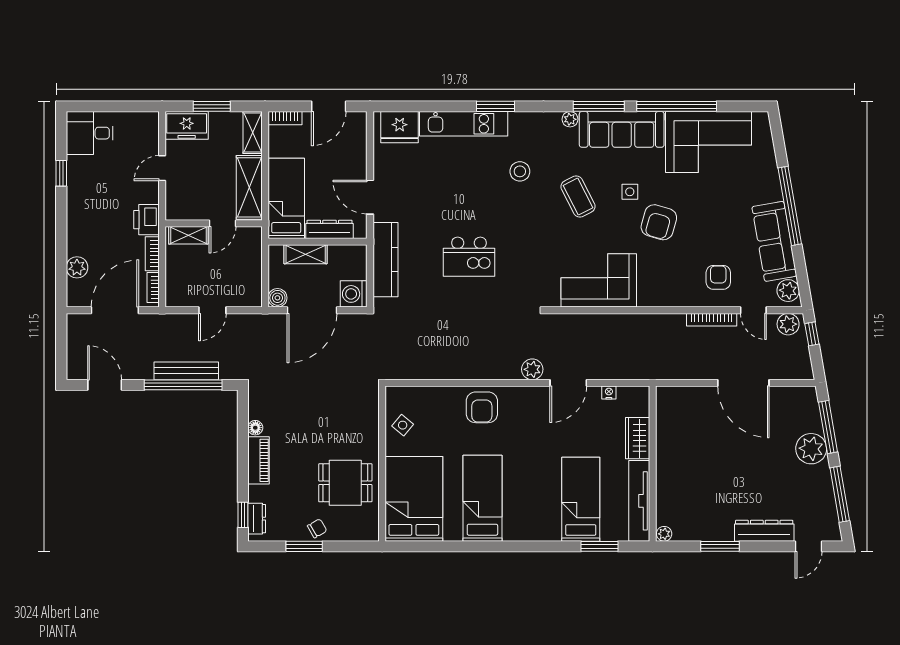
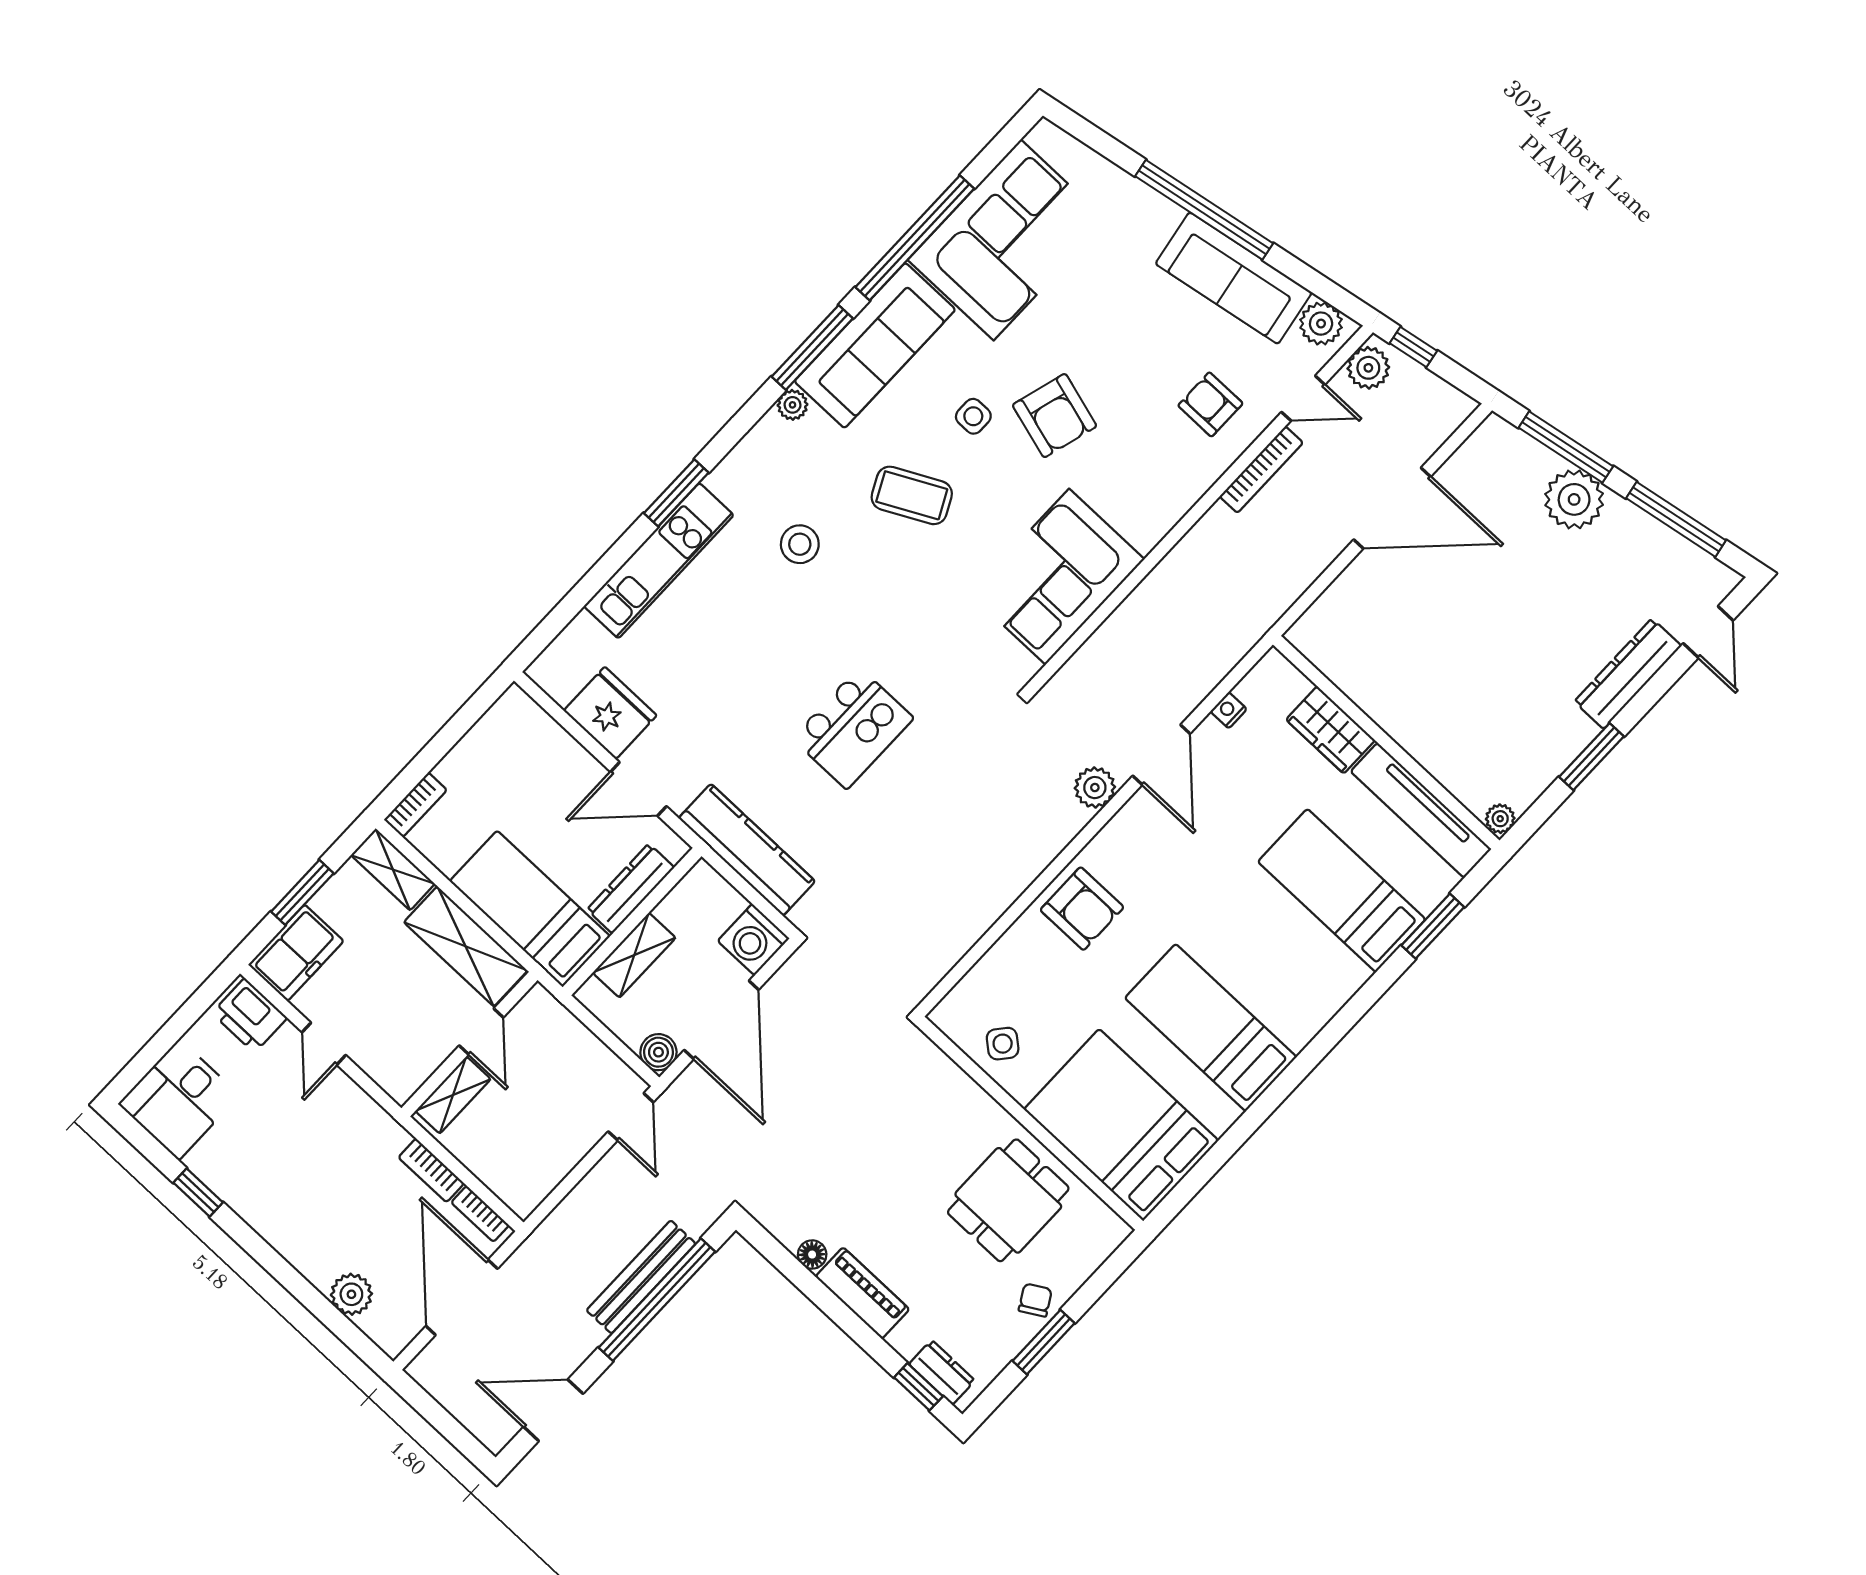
door: (329, 106) -> (456, 728), removed
fridge: (400, 127) -> (610, 713), moved, turned -90
printer: (146, 220) -> (250, 1016), moved
door: (212, 310) -> (631, 1117), moved

